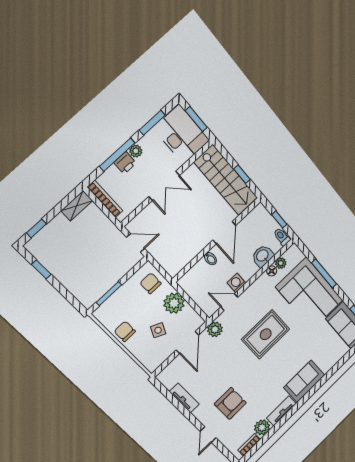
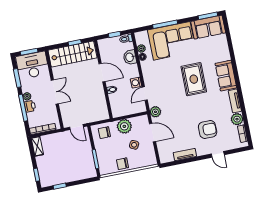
door: (136, 243) -> (76, 127), swing flipped
rug: (266, 334) -> (194, 79), moved
armchair: (230, 403) -> (208, 130), turned 90

